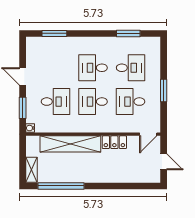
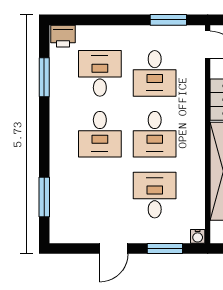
printer: (154, 45) -> (63, 36), added
window: (164, 90) -> (168, 20), moved

